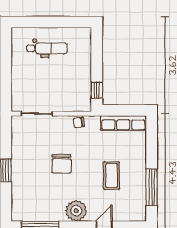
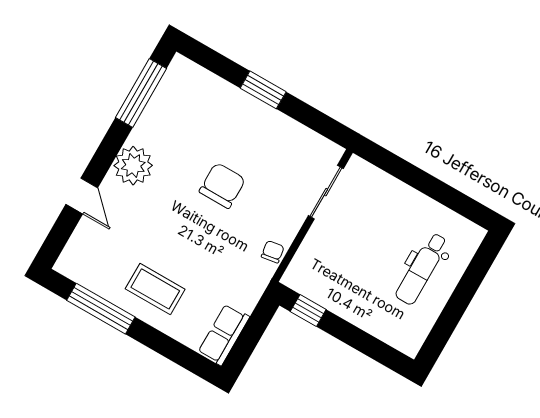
row of seats: (123, 123) -> (224, 335), width x0.68
chair: (61, 164) -> (222, 185), turned 90
coffee table: (112, 176) -> (155, 289), moved

